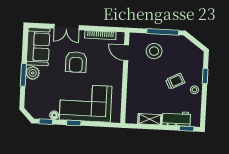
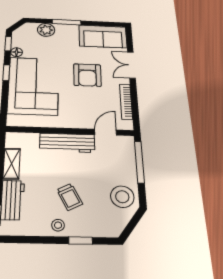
window: (163, 32) -> (139, 162), moved
stool: (154, 51) -> (122, 197), moved
armchair: (76, 62) -> (87, 75), turned -90
plant: (33, 73) -> (46, 30), moved
workbench: (134, 81) -> (67, 143), added

